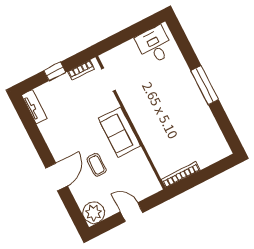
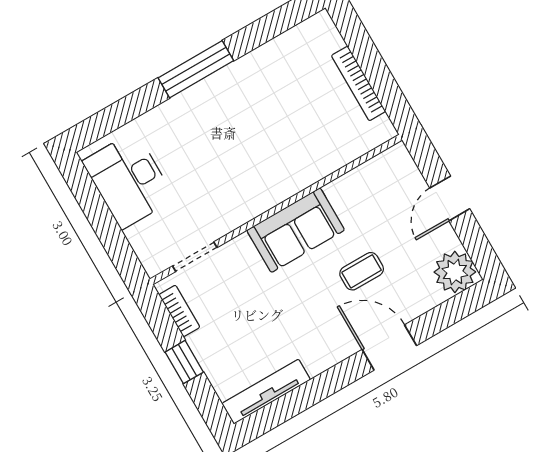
desk: (155, 45) -> (129, 180), width x1.37
tv unit: (34, 107) -> (266, 392), width x1.41
bookcase: (181, 175) -> (358, 83), moved

